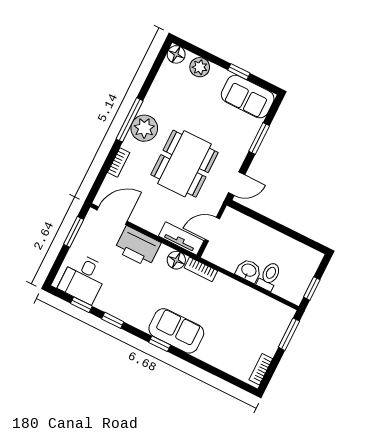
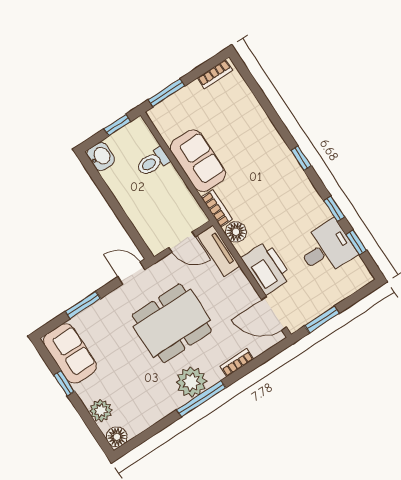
washbasin: (249, 271) -> (101, 156), moved, turned 180
desk: (83, 278) -> (326, 249), moved
sofa: (176, 331) -> (198, 161), moved, turned 180

